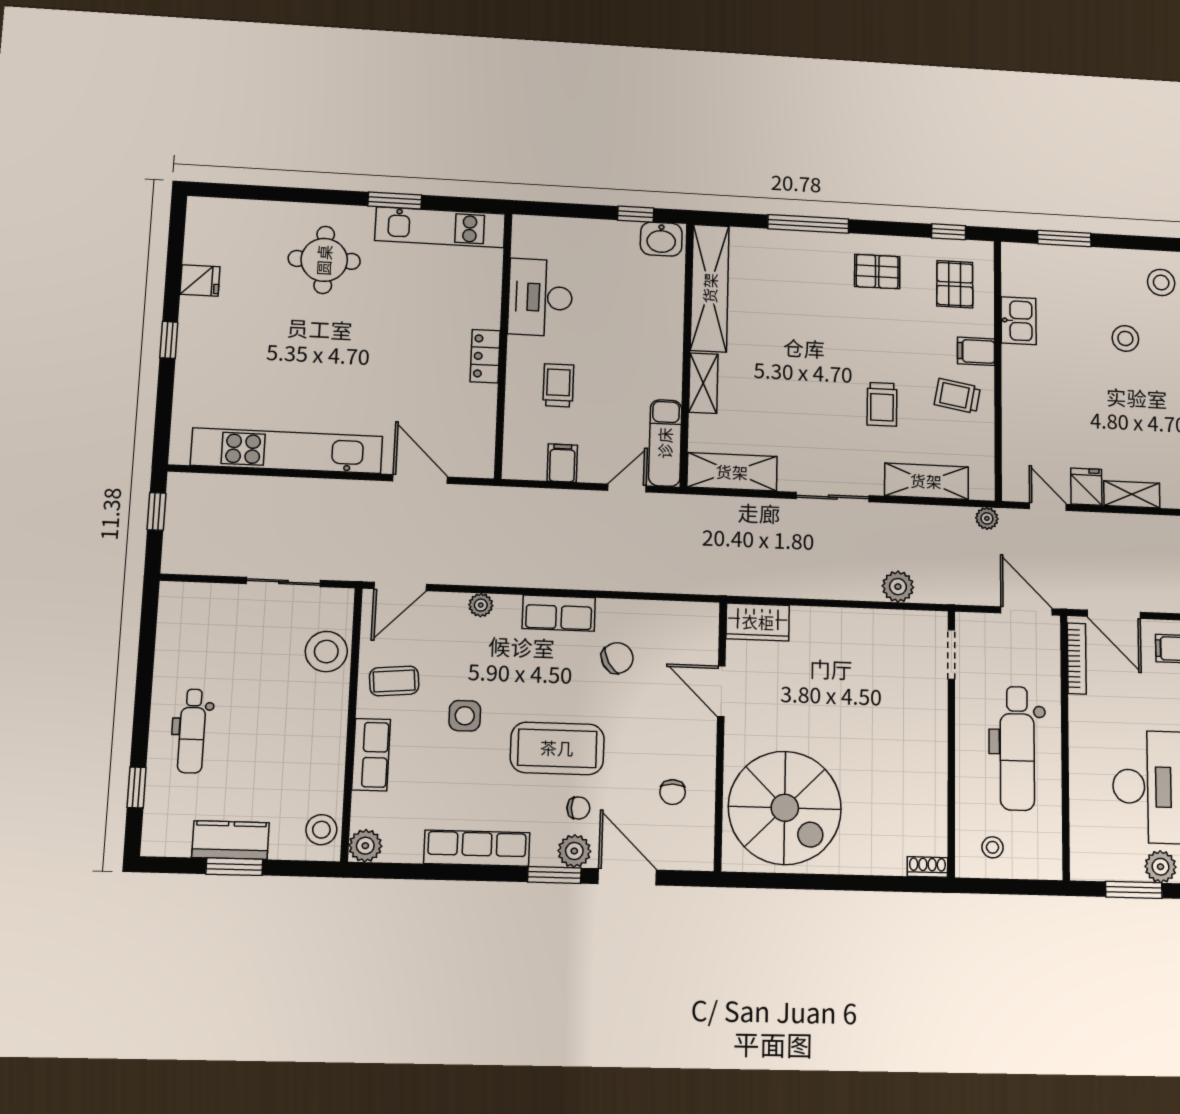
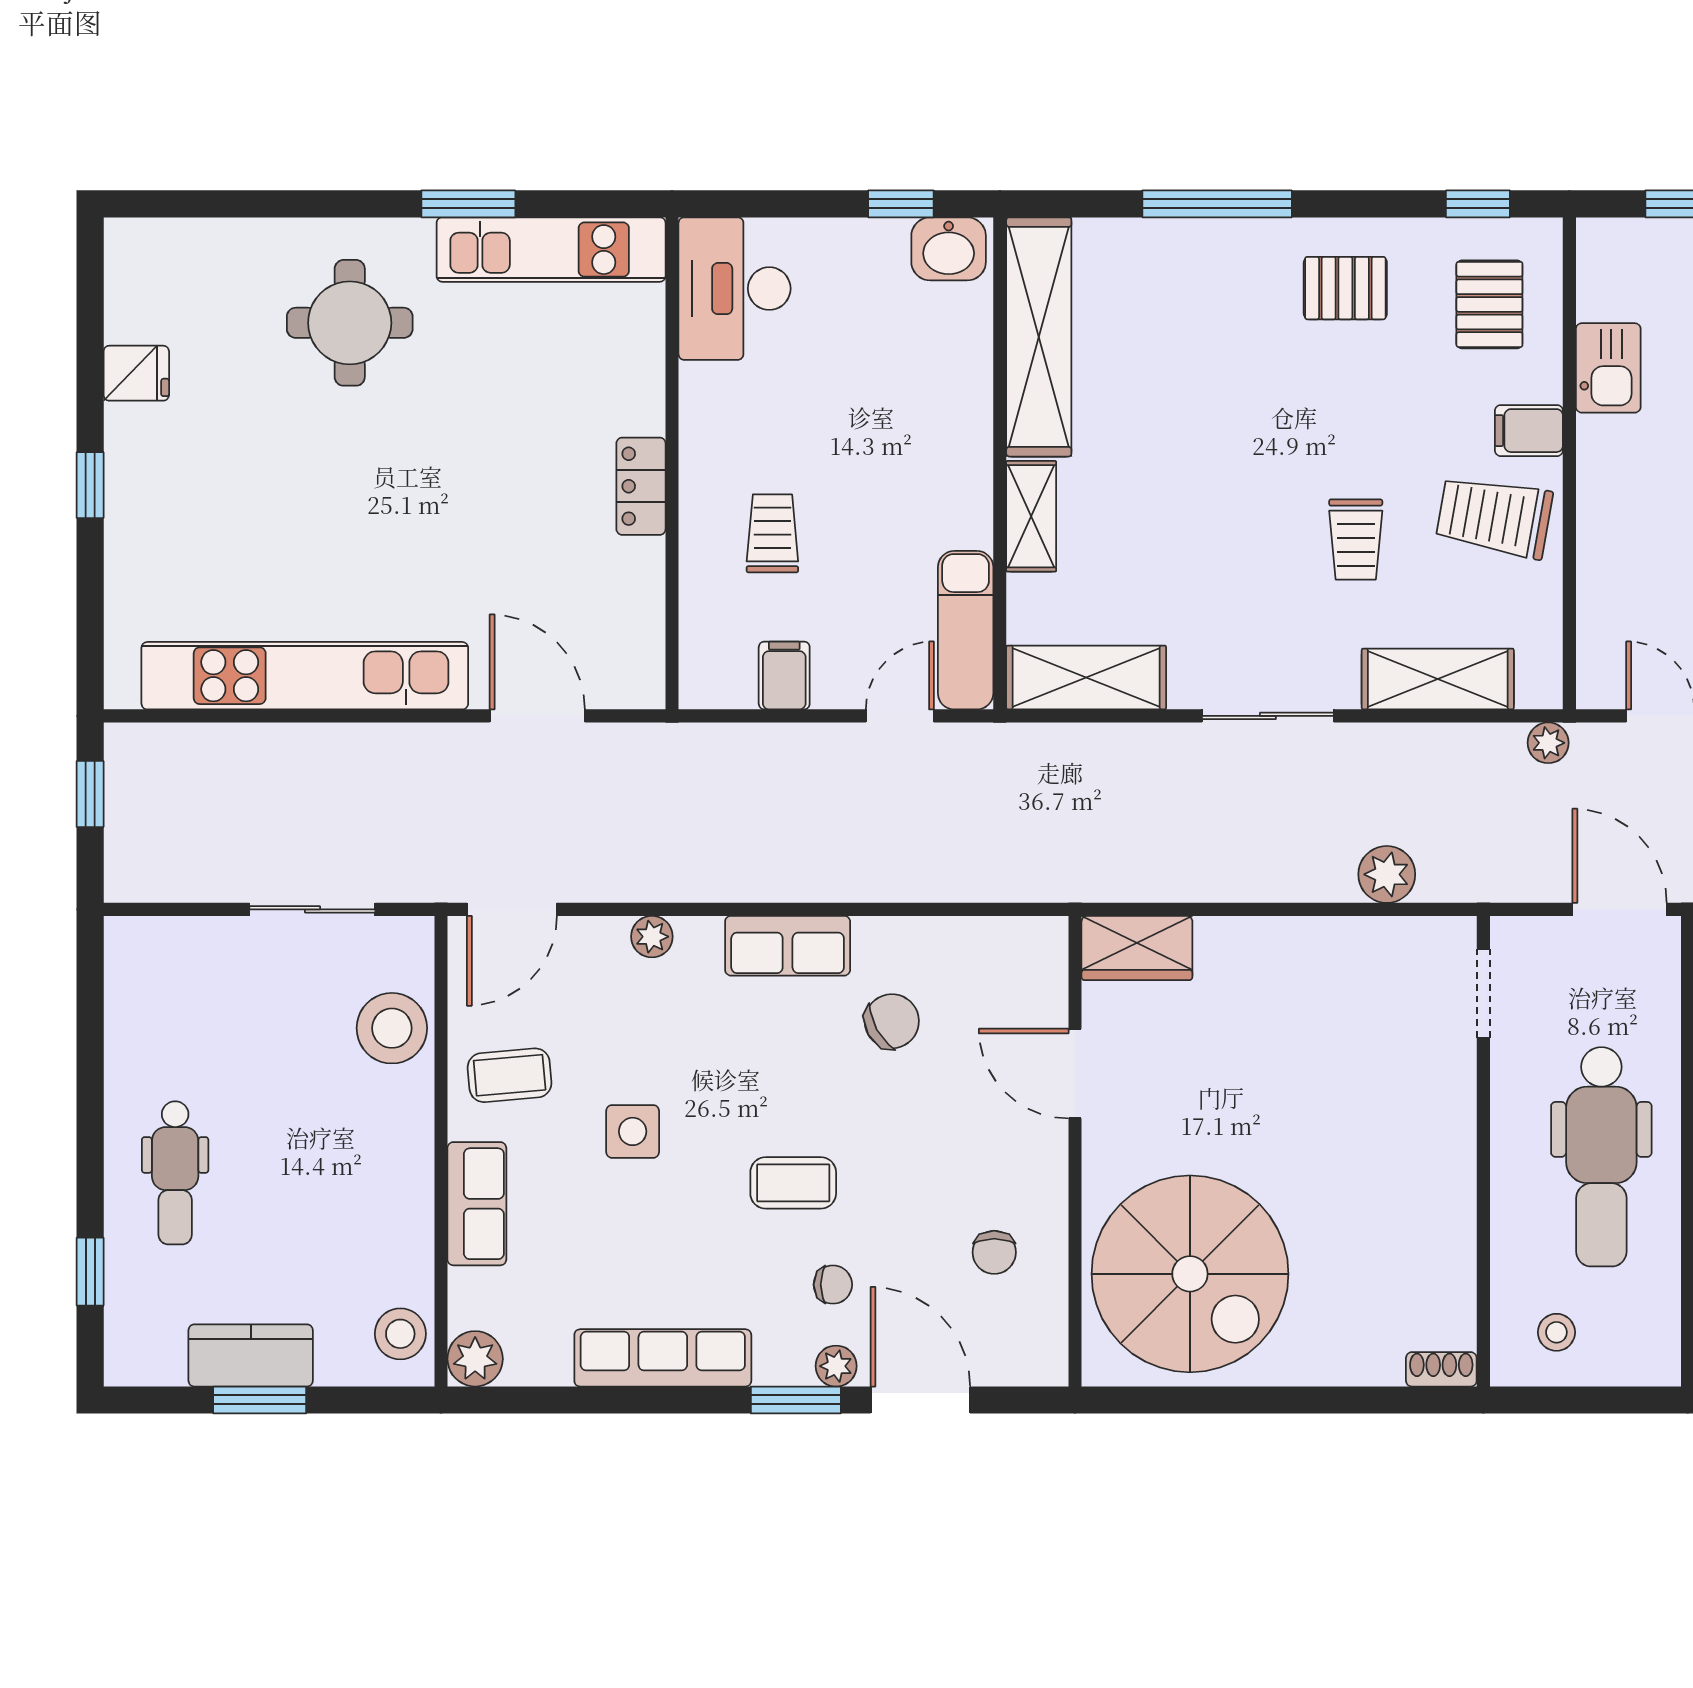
desk: (540, 297) -> (735, 289), moved
trolley: (957, 396) -> (1494, 517), width x1.36, depth x1.39
coffee table: (557, 748) -> (793, 1183), width x0.54, depth x0.58
plant: (574, 851) -> (836, 1366), width x0.73, depth x0.73

